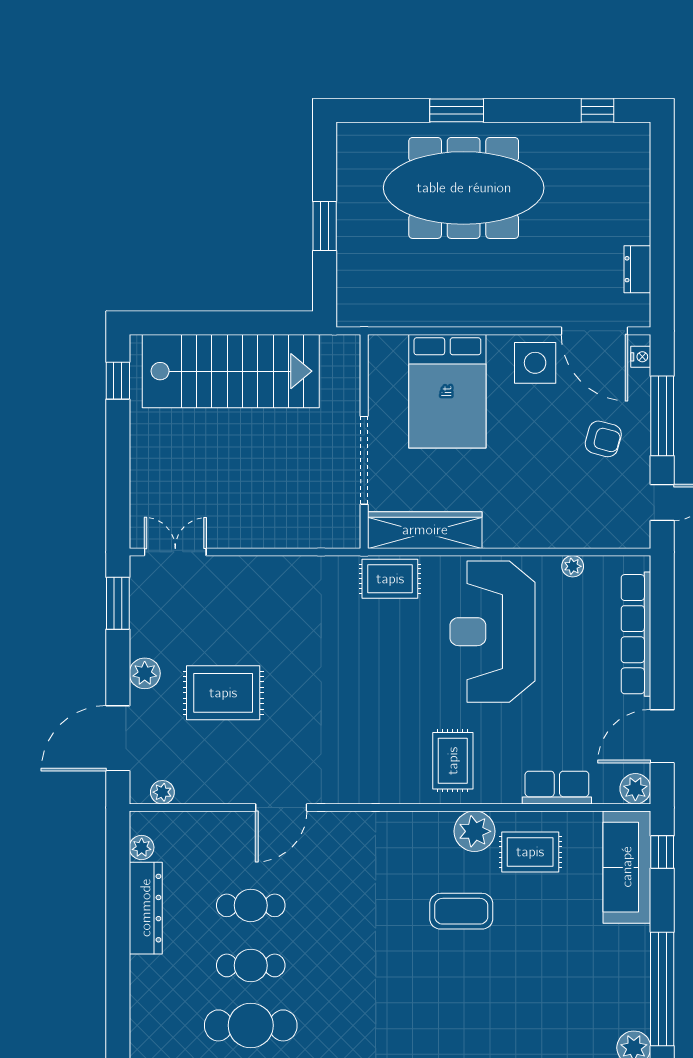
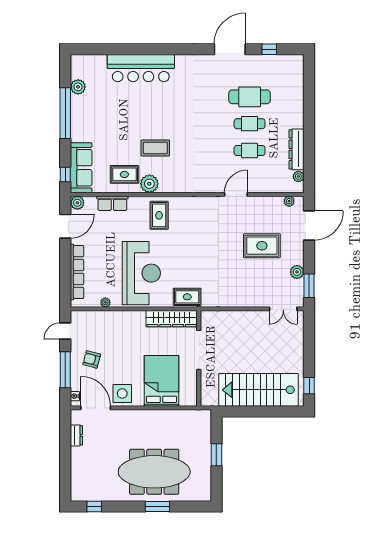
plant: (145, 673) -> (297, 272), moved

